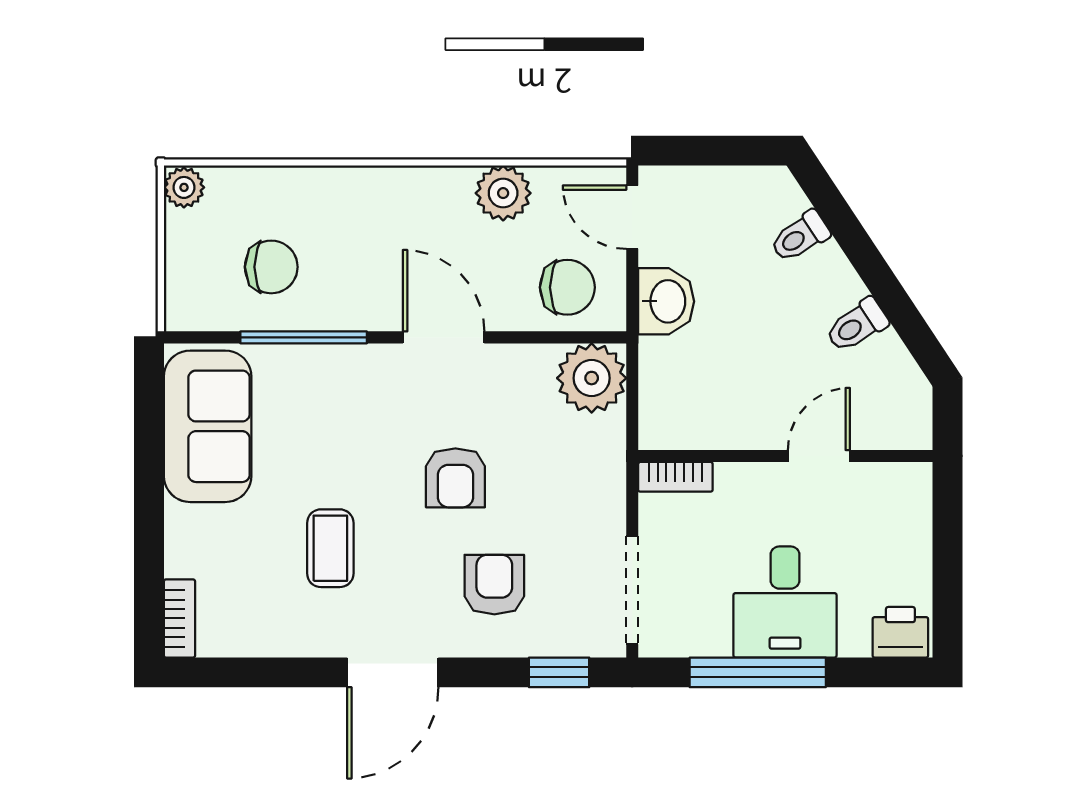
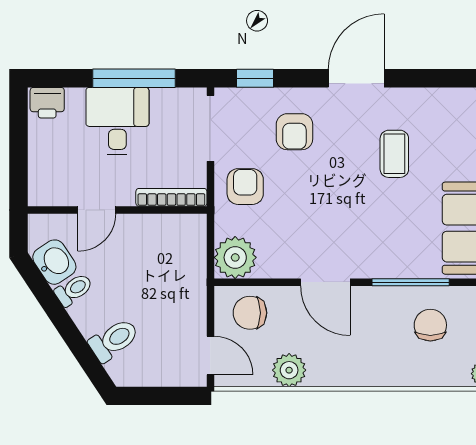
toilet: (800, 237) -> (114, 340), width x1.37, depth x1.39
chair: (271, 267) -> (430, 325), turned 90
washbasin: (666, 301) -> (54, 262), moved, turned 147
bookcase: (675, 477) -> (171, 197), width x1.56
armchair: (455, 478) -> (245, 187), moved

